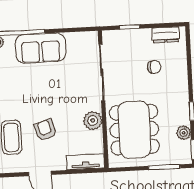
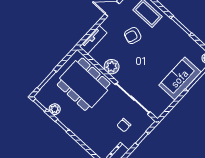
chair: (154, 67) -> (124, 125), moved
armchair: (45, 130) -> (133, 36), turned 125

